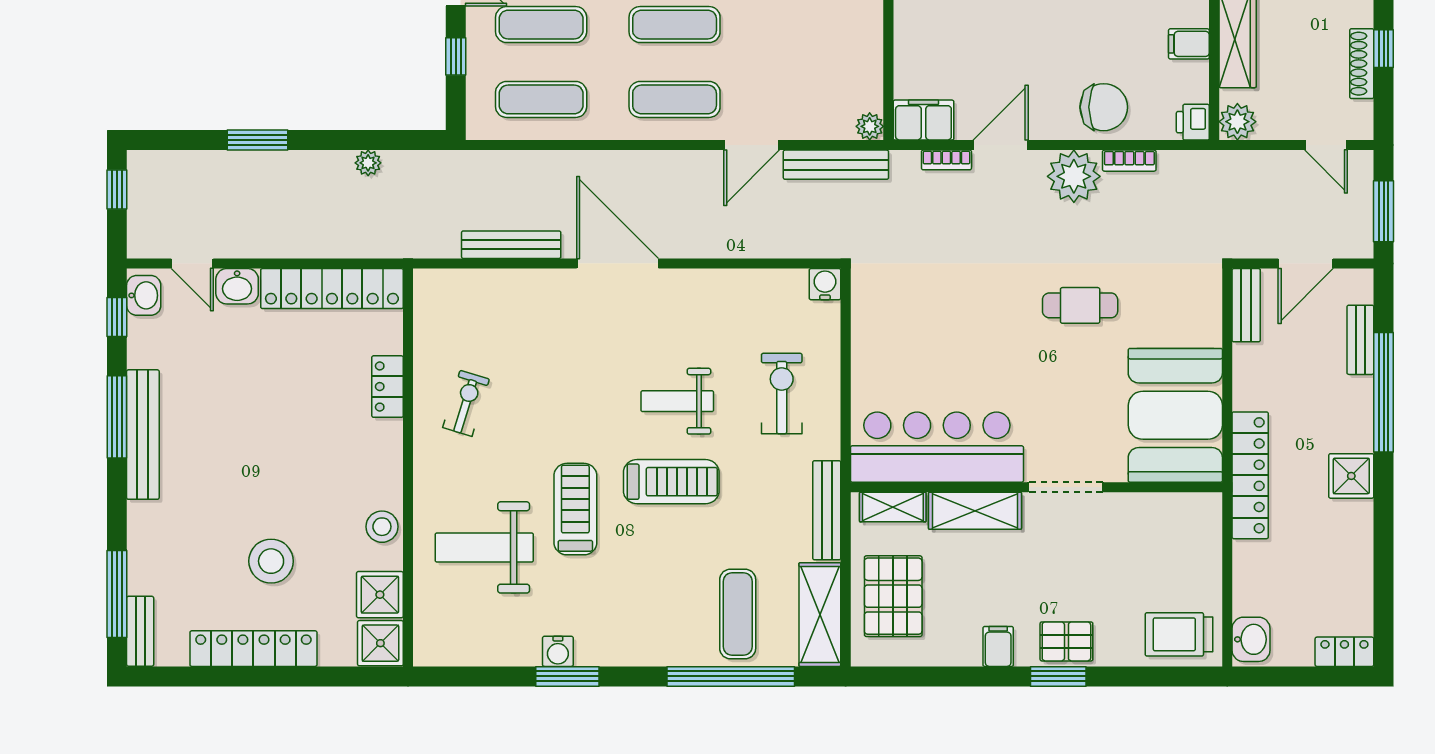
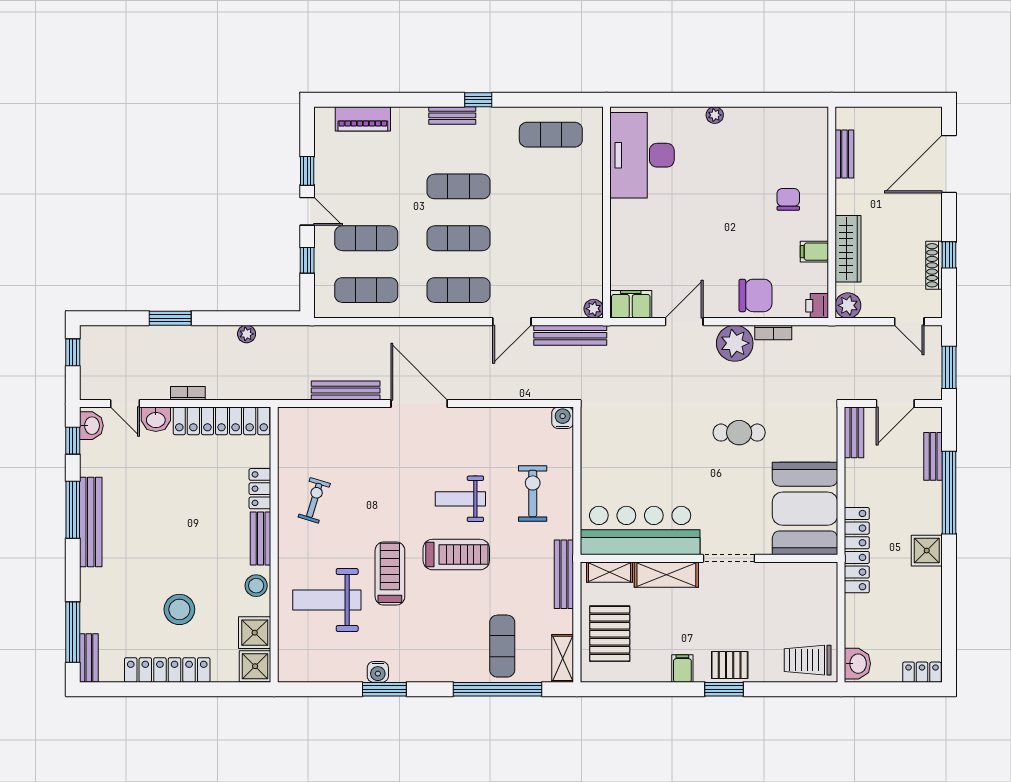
bookcase: (946, 160) -> (188, 393), moved, turned 180
bench: (388, 458) -> (261, 538), added
shelving: (820, 615) -> (563, 658), width x0.67, depth x0.75

